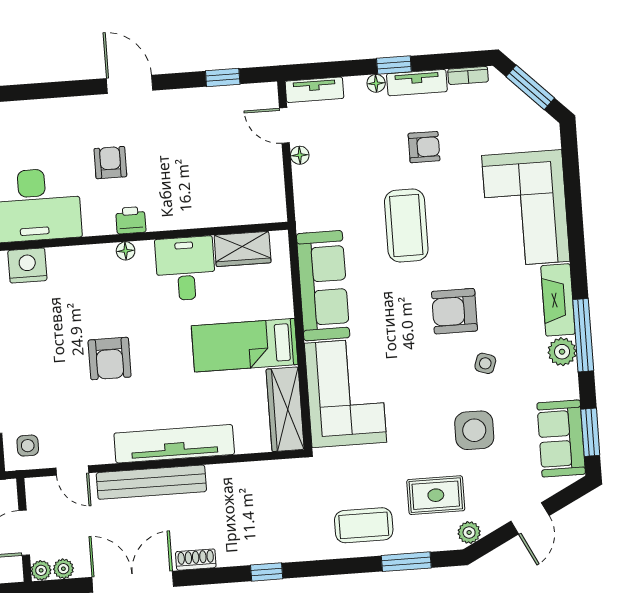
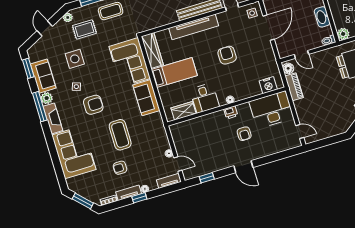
sofa: (323, 286) -> (146, 98), width x0.73
sofa: (561, 439) -> (43, 76), moved

